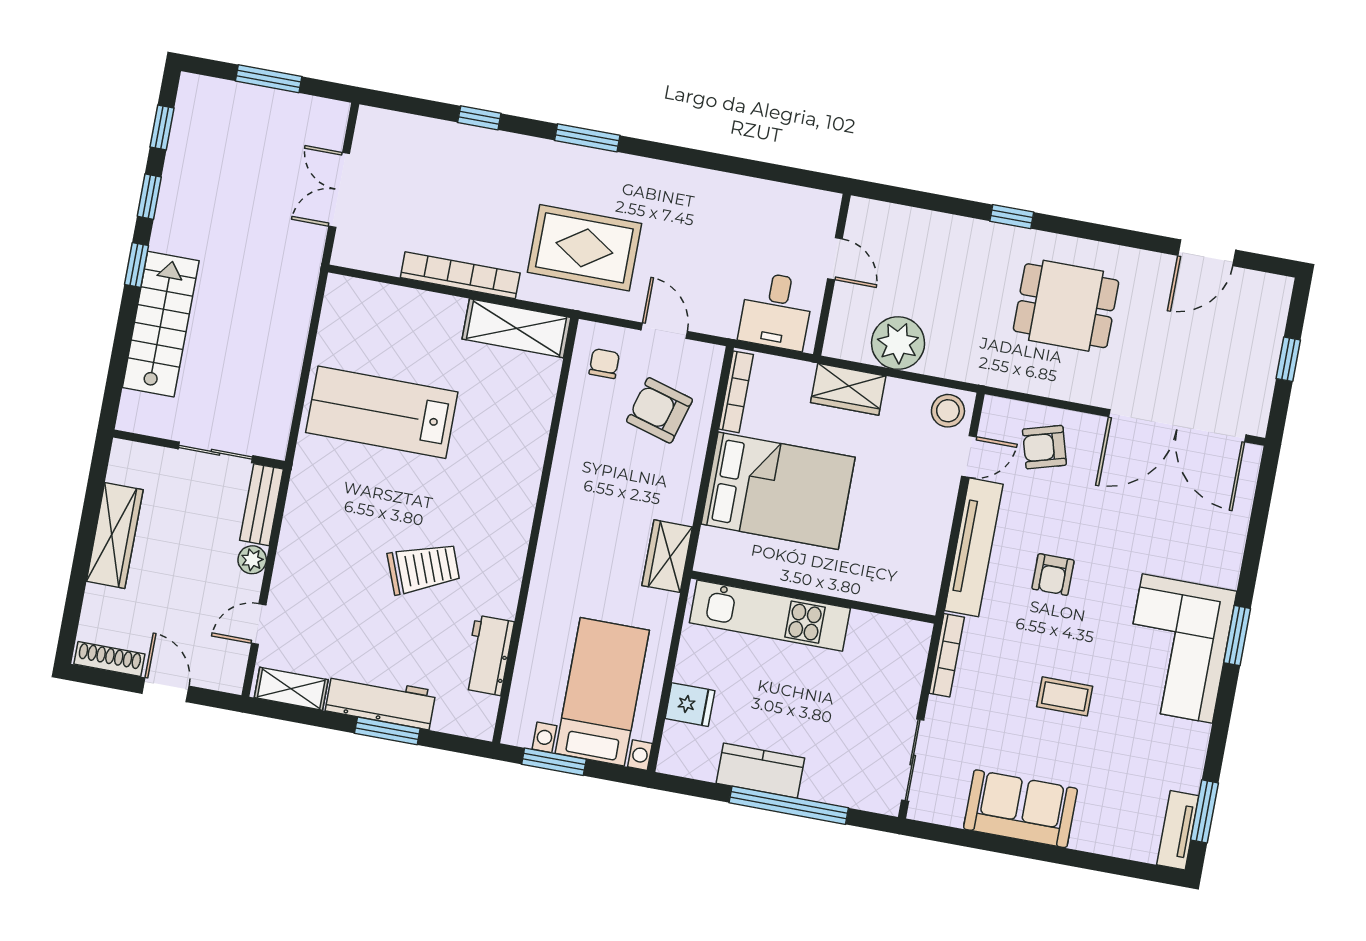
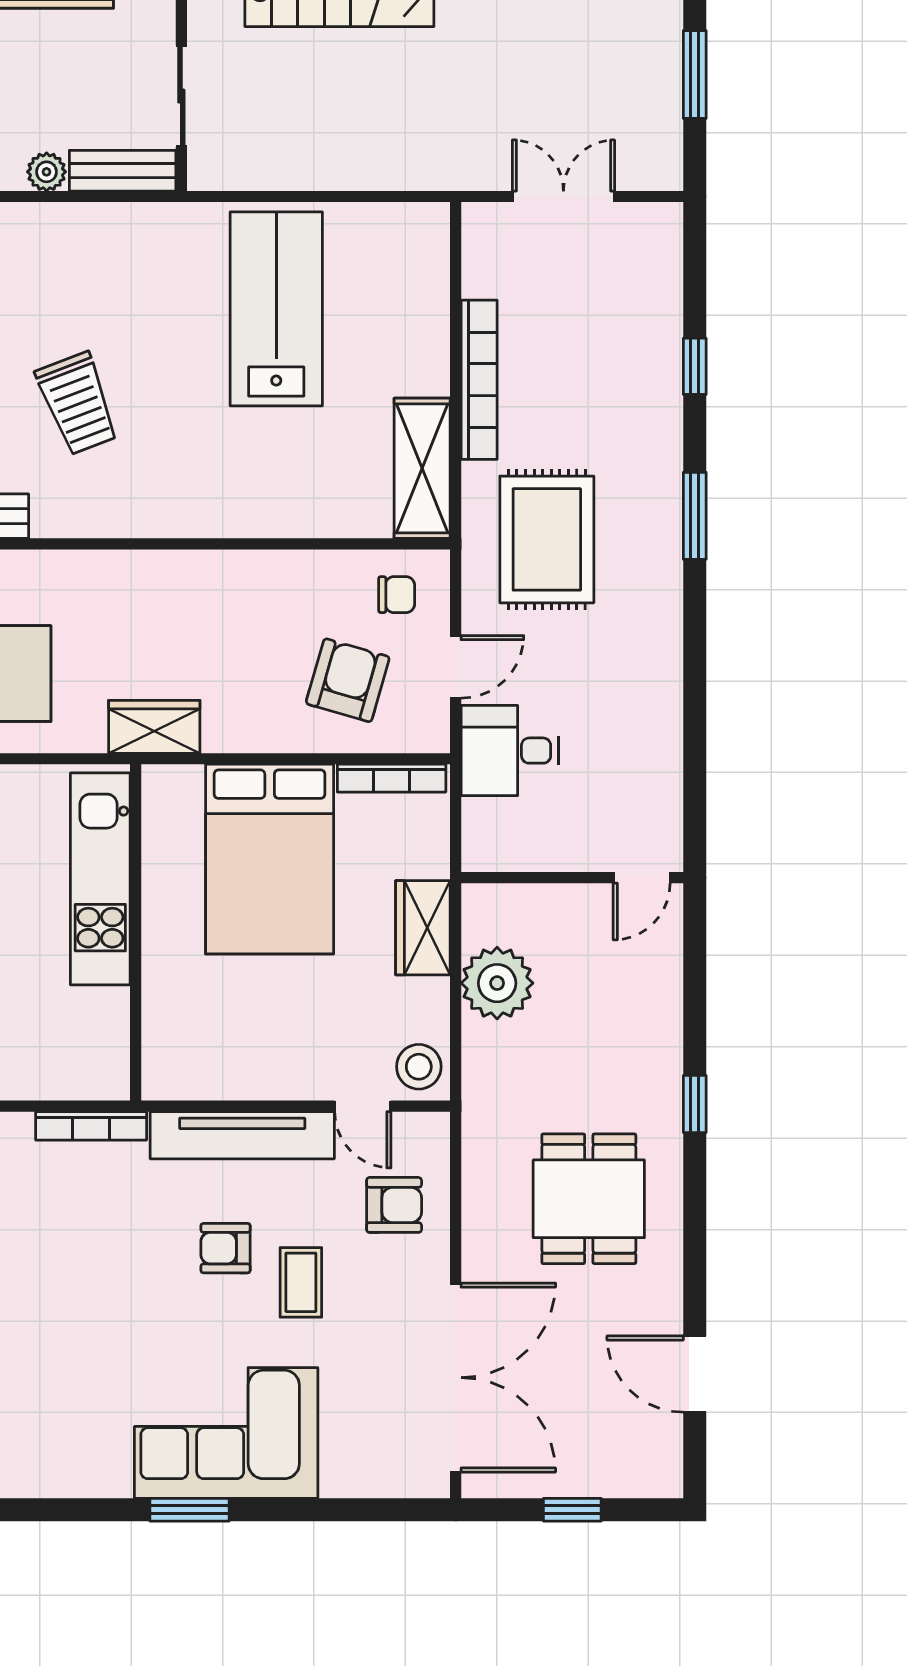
door: (835, 259) -> (642, 878), moved
desk: (776, 311) -> (510, 751), moved
double door: (1177, 426) -> (456, 1378), swing flipped
armchair: (1044, 447) -> (394, 1205), turned 106
corner sofa: (1177, 649) -> (226, 1433), moved
coffee table: (1065, 696) -> (301, 1282), moved

